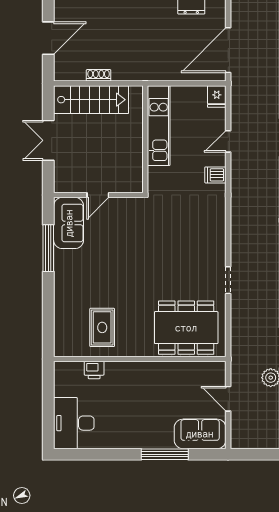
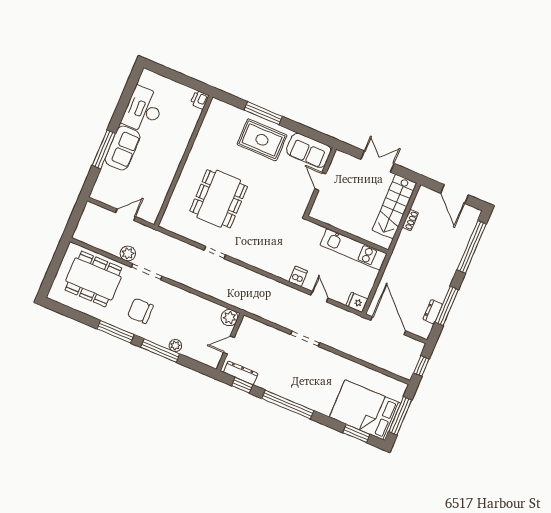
window: (48, 248) -> (263, 113), moved
rug: (102, 327) -> (262, 140), moved, width x1.36, depth x1.43
dining table: (186, 328) -> (219, 199), moved
printer: (94, 370) -> (200, 100), moved
desk: (74, 423) -> (143, 110), moved, turned -90
sofa: (200, 434) -> (123, 148), moved

